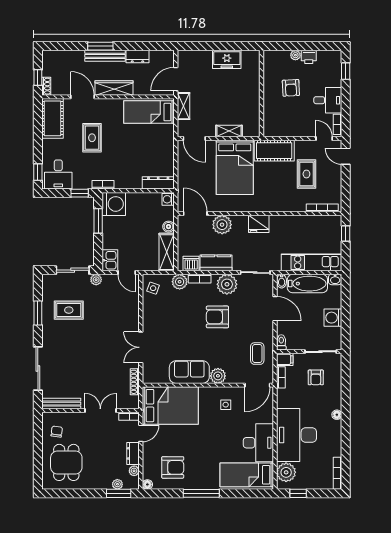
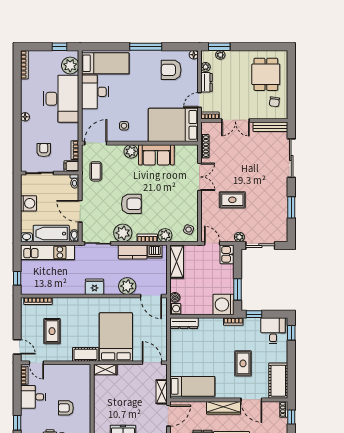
armchair: (291, 88) -> (66, 408), turned -87
shelving: (229, 131) -> (105, 370), moved
cot: (274, 151) -> (86, 354), width x0.73, depth x0.75
boiler: (168, 227) -> (175, 297), moved
rug: (69, 310) -> (232, 200), moved

